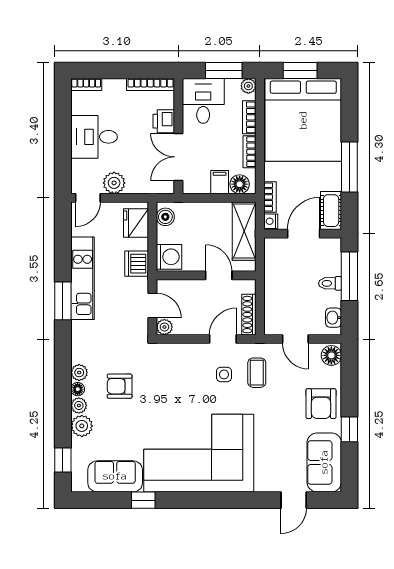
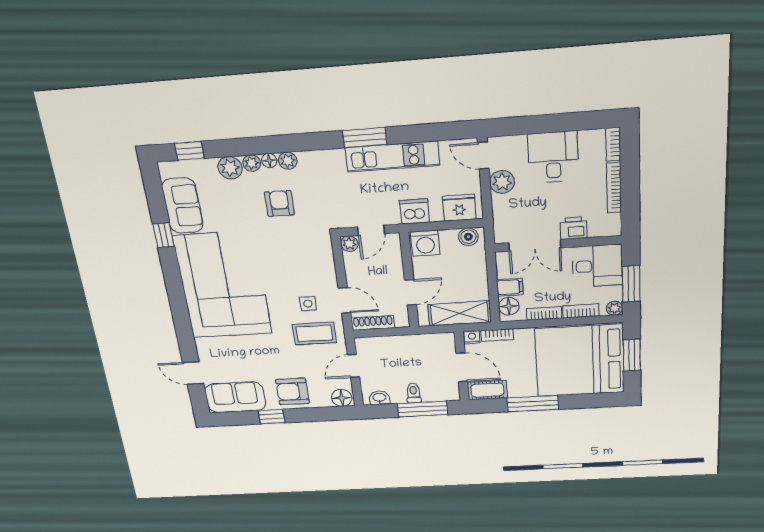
bookcase: (150, 85) -> (614, 188), moved
double door: (178, 157) -> (535, 245), swing flipped
coffee table: (257, 373) -> (314, 333), width x1.36, depth x1.30

